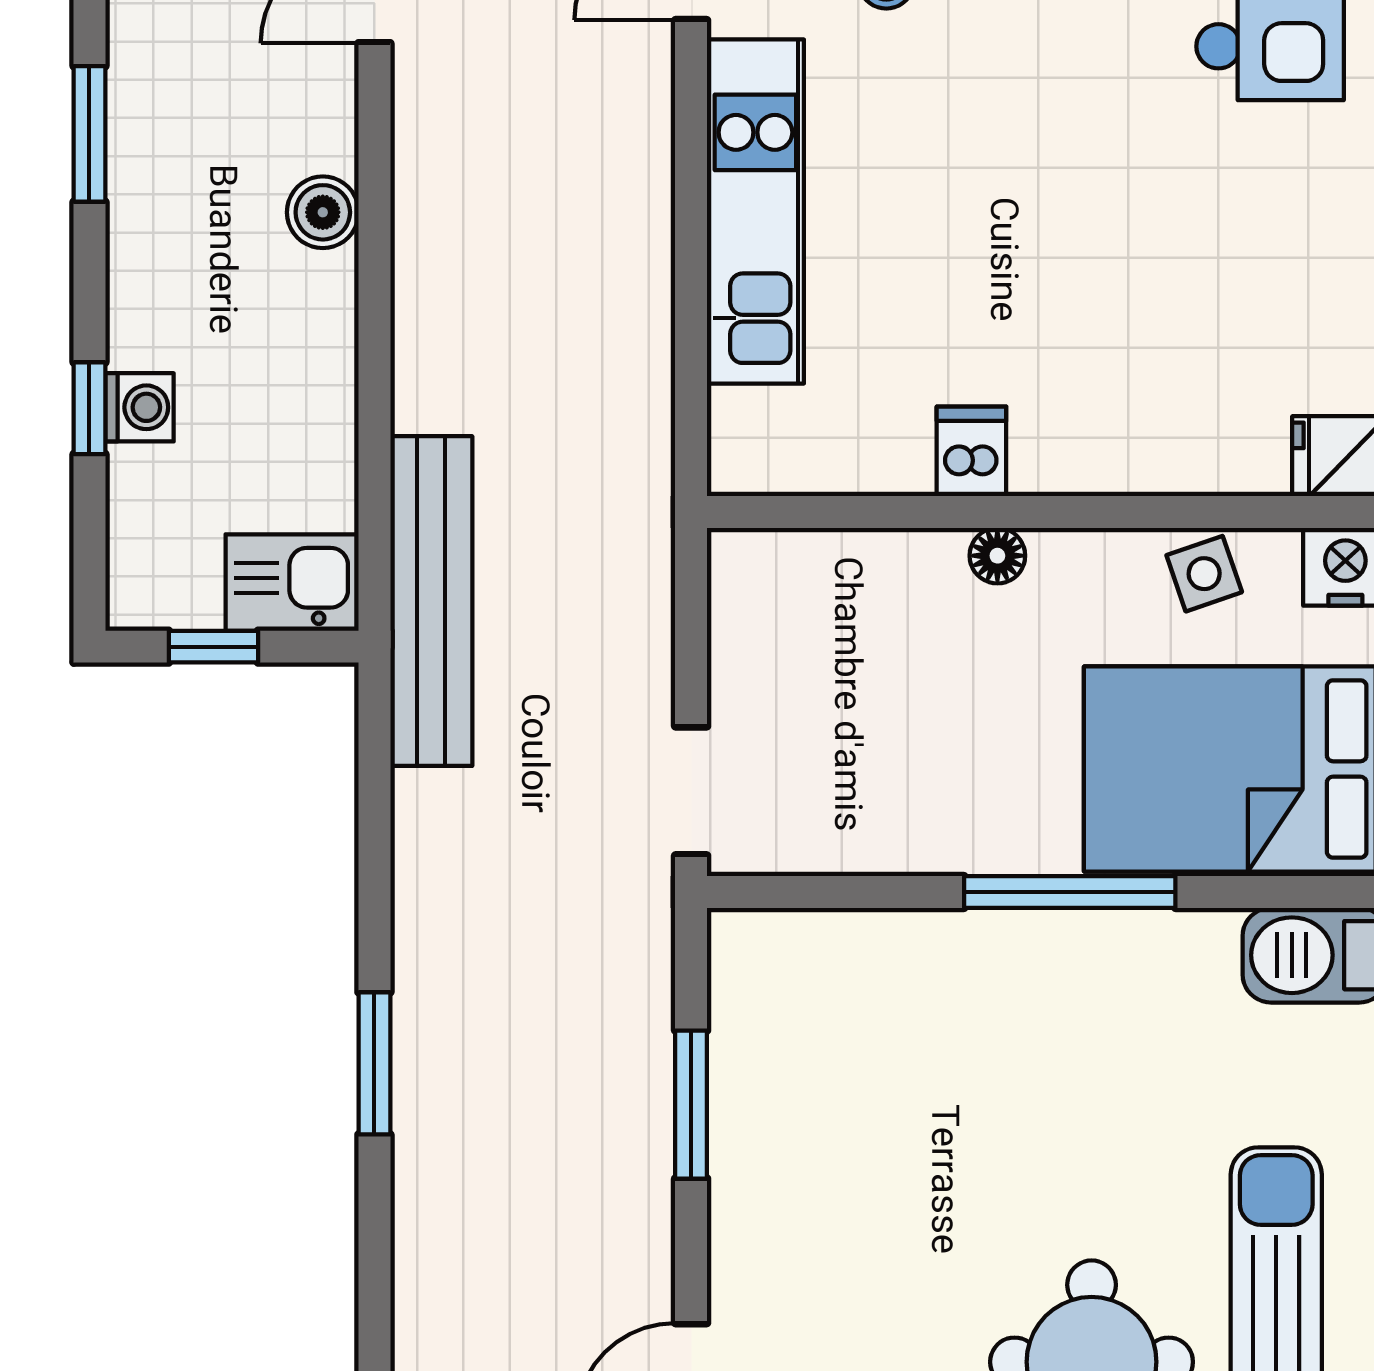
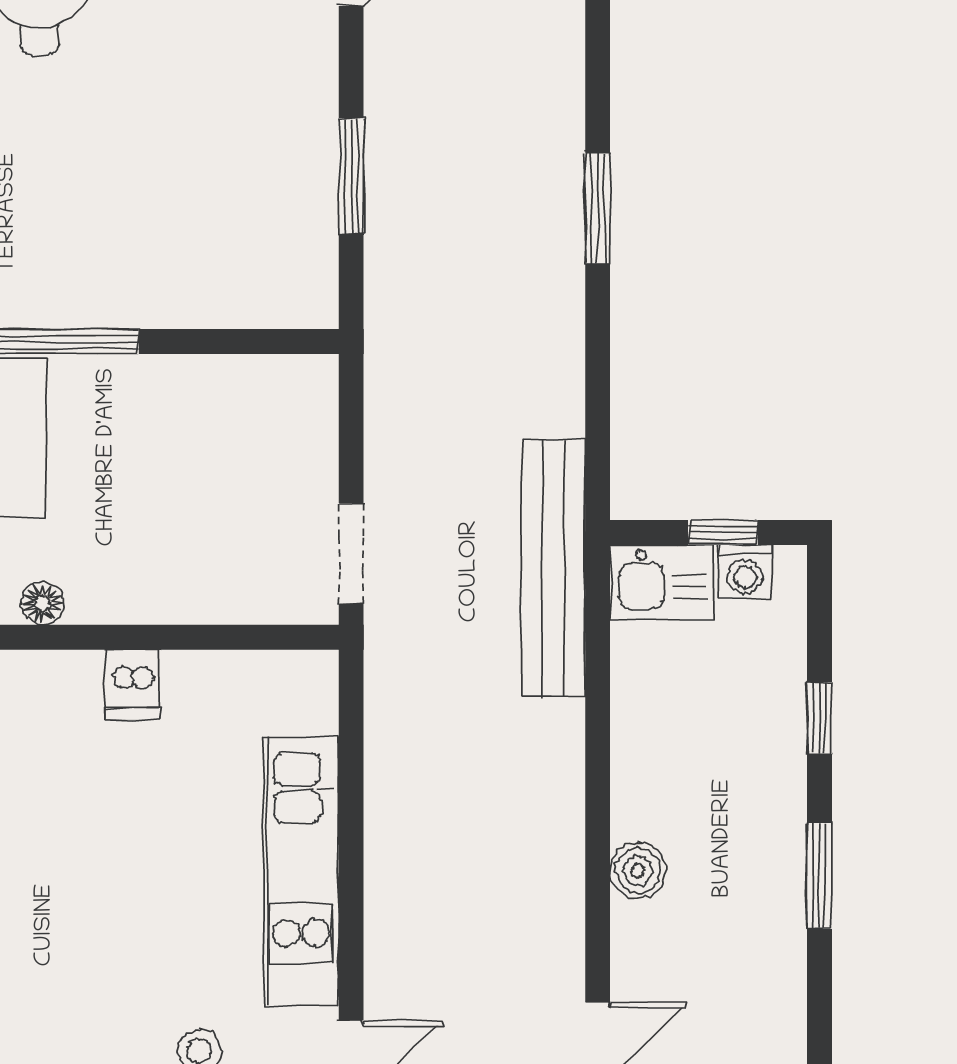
window: (89, 134) -> (819, 876), moved
washing machine: (139, 407) -> (745, 571), moved, turned -90
floor lamp: (997, 556) -> (43, 603), moved
doorway: (691, 791) -> (351, 553), moved

